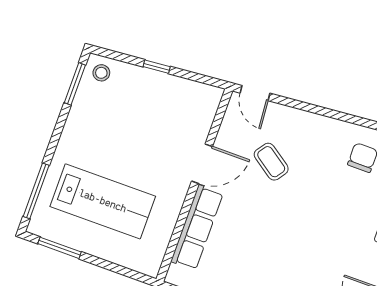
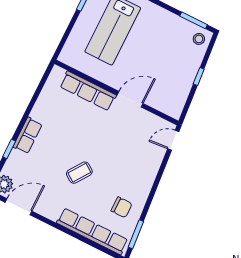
coffee table: (271, 162) -> (79, 173), moved
door: (202, 164) -> (130, 99), swing flipped

